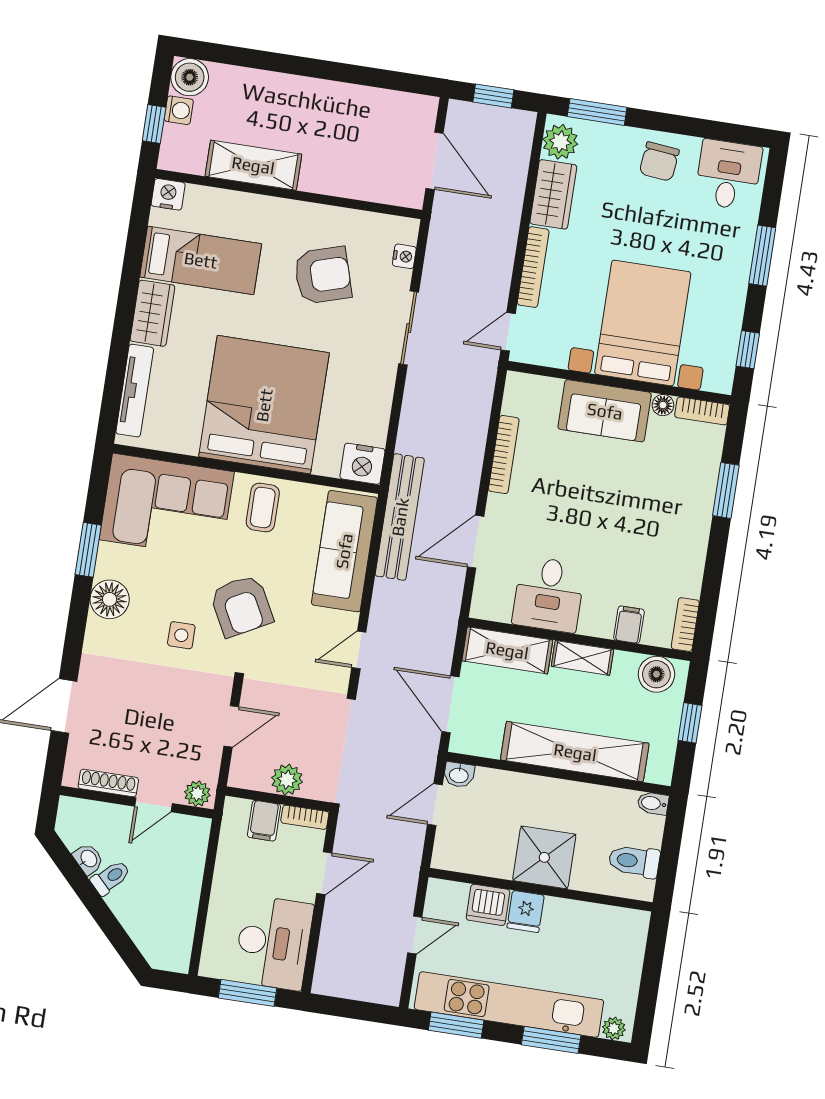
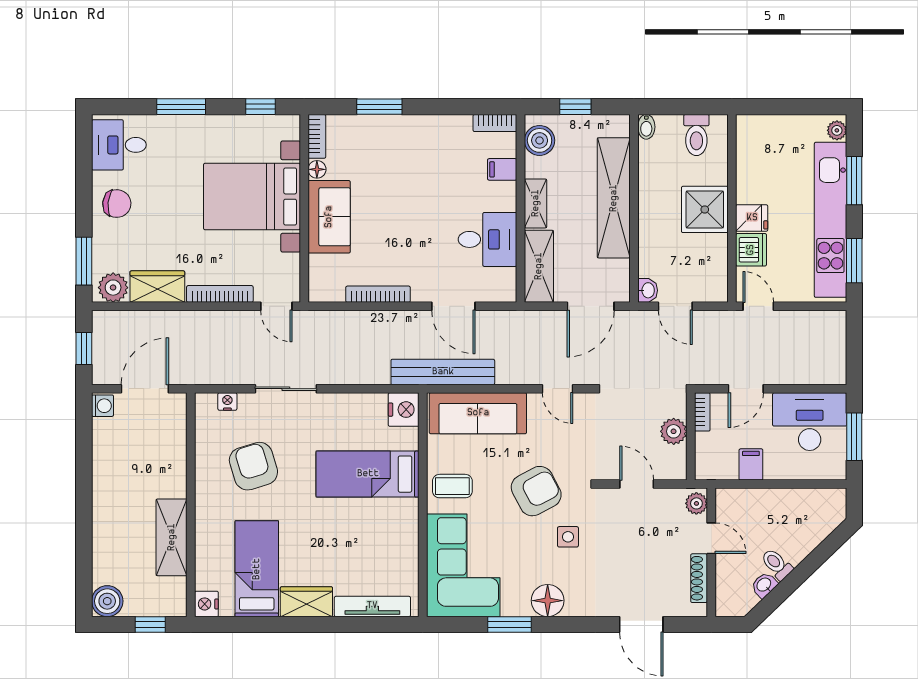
washing machine: (179, 110) -> (102, 406), moved, turned 90
bed: (264, 405) -> (368, 474), width x0.49
filing cabinet: (264, 821) -> (751, 464), moved, turned -90
door: (324, 873) -> (746, 389), swing flipped
door: (415, 935) -> (758, 306), moved

